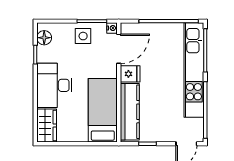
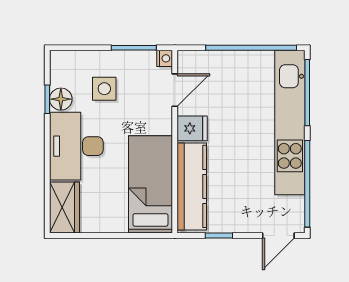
side table: (83, 36) -> (104, 89), moved
floor lamp: (44, 38) -> (61, 99), moved
door: (119, 49) -> (175, 90), width x0.73

